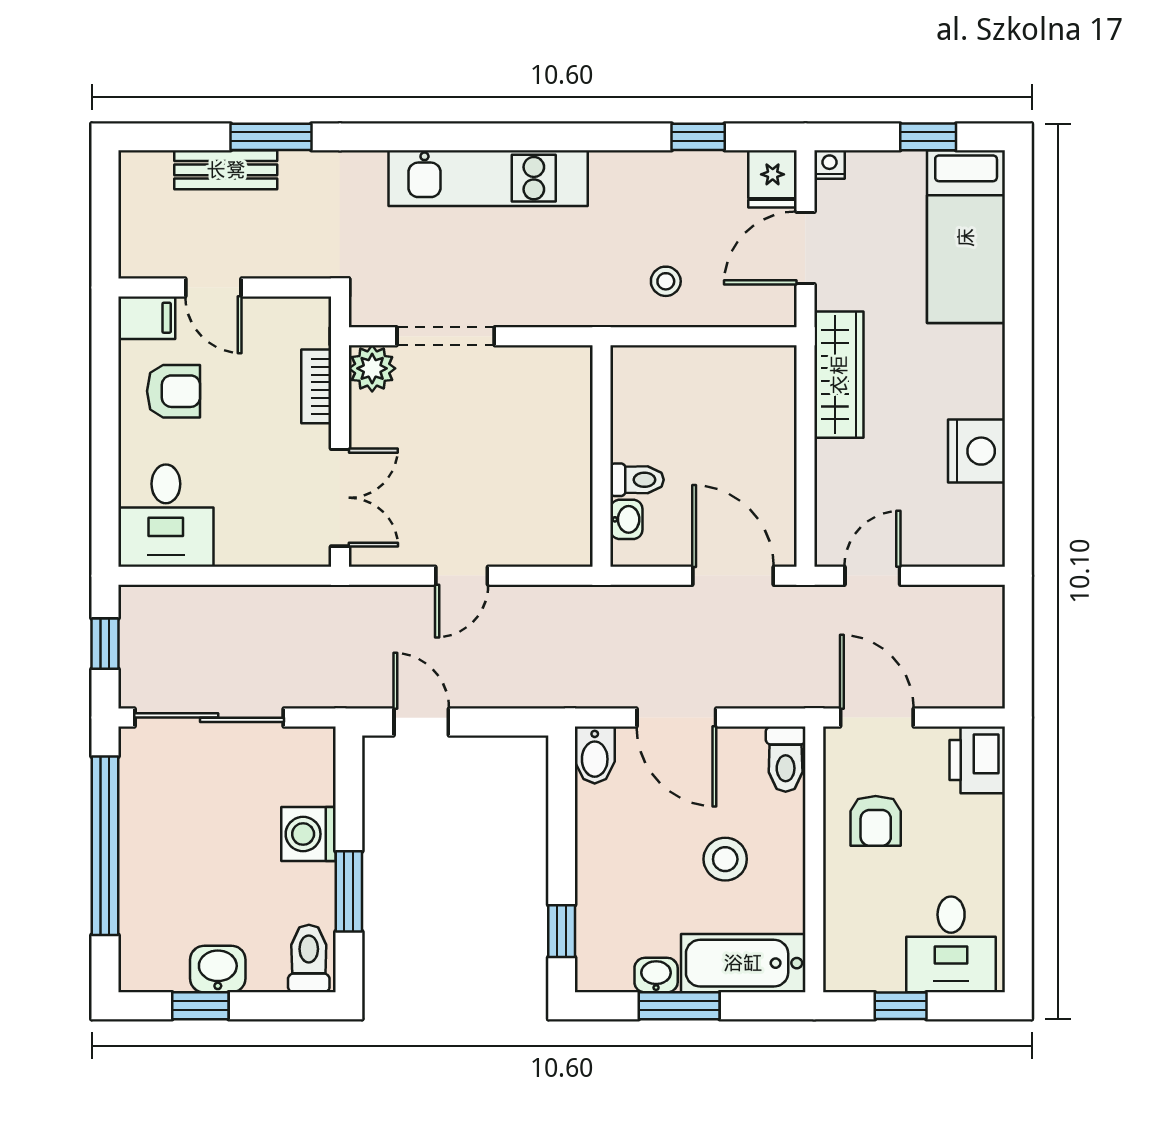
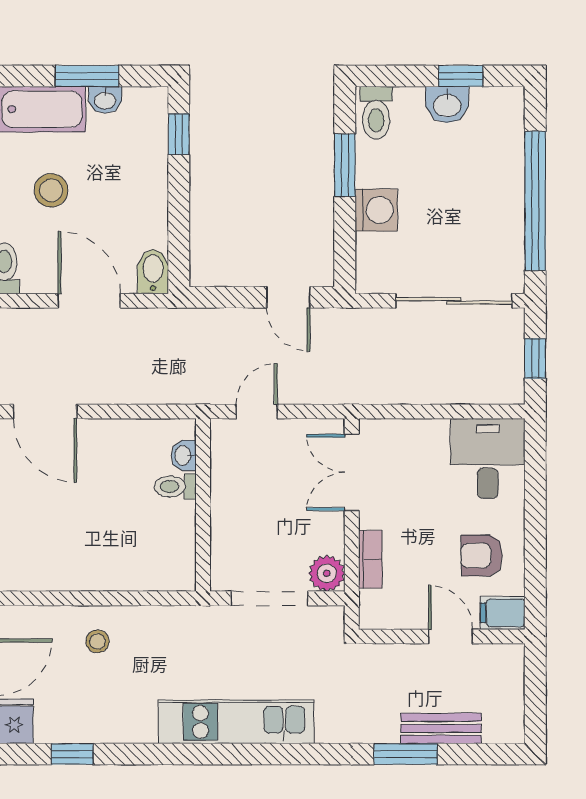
wall: (602, 456) -> (203, 505), moved
toilet: (637, 480) -> (175, 486), moved
washbasin: (626, 519) -> (184, 456), moved

